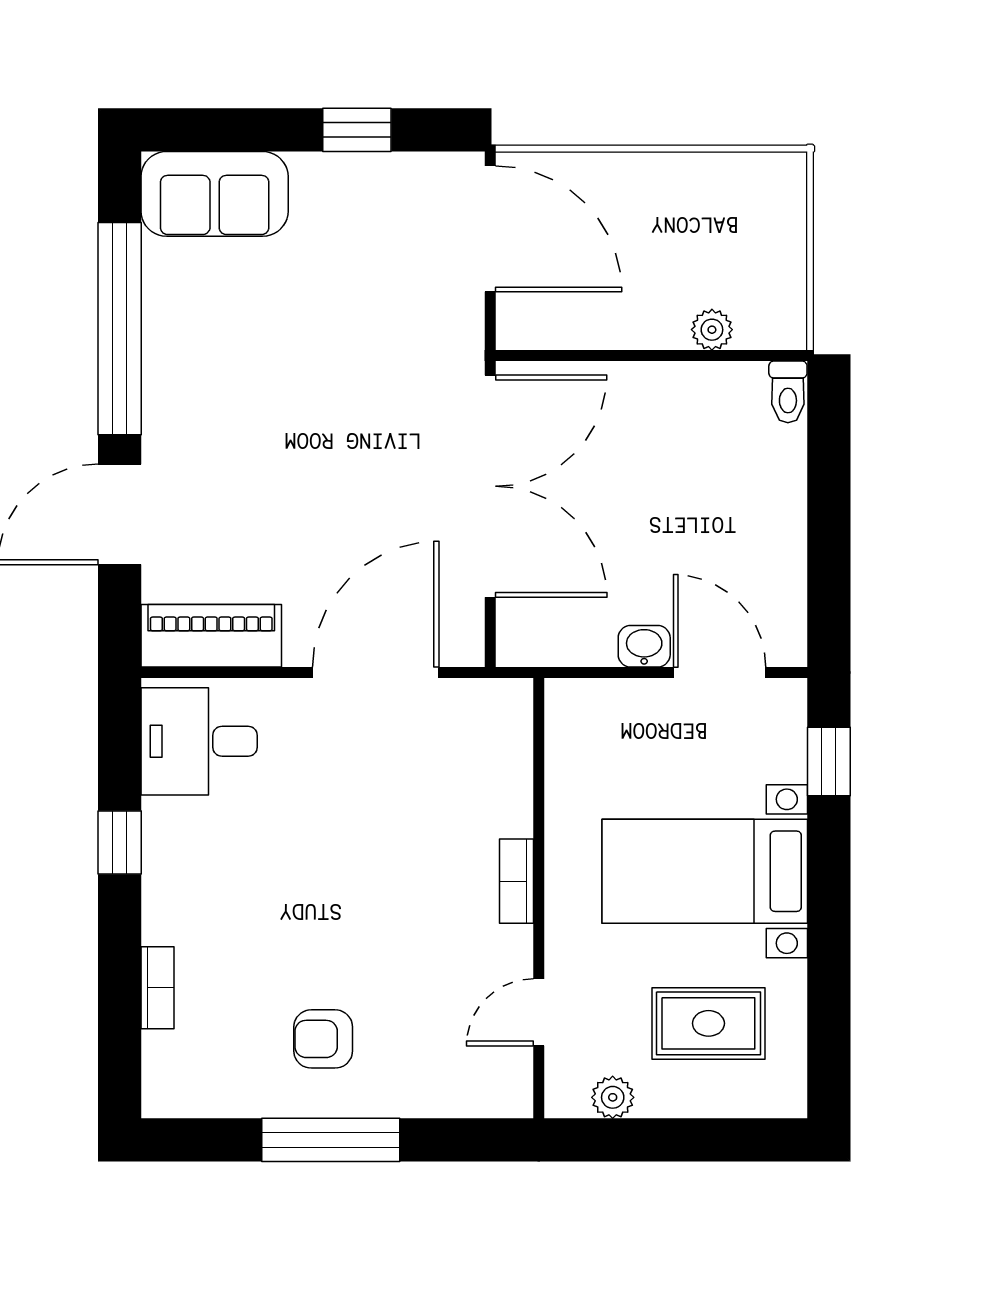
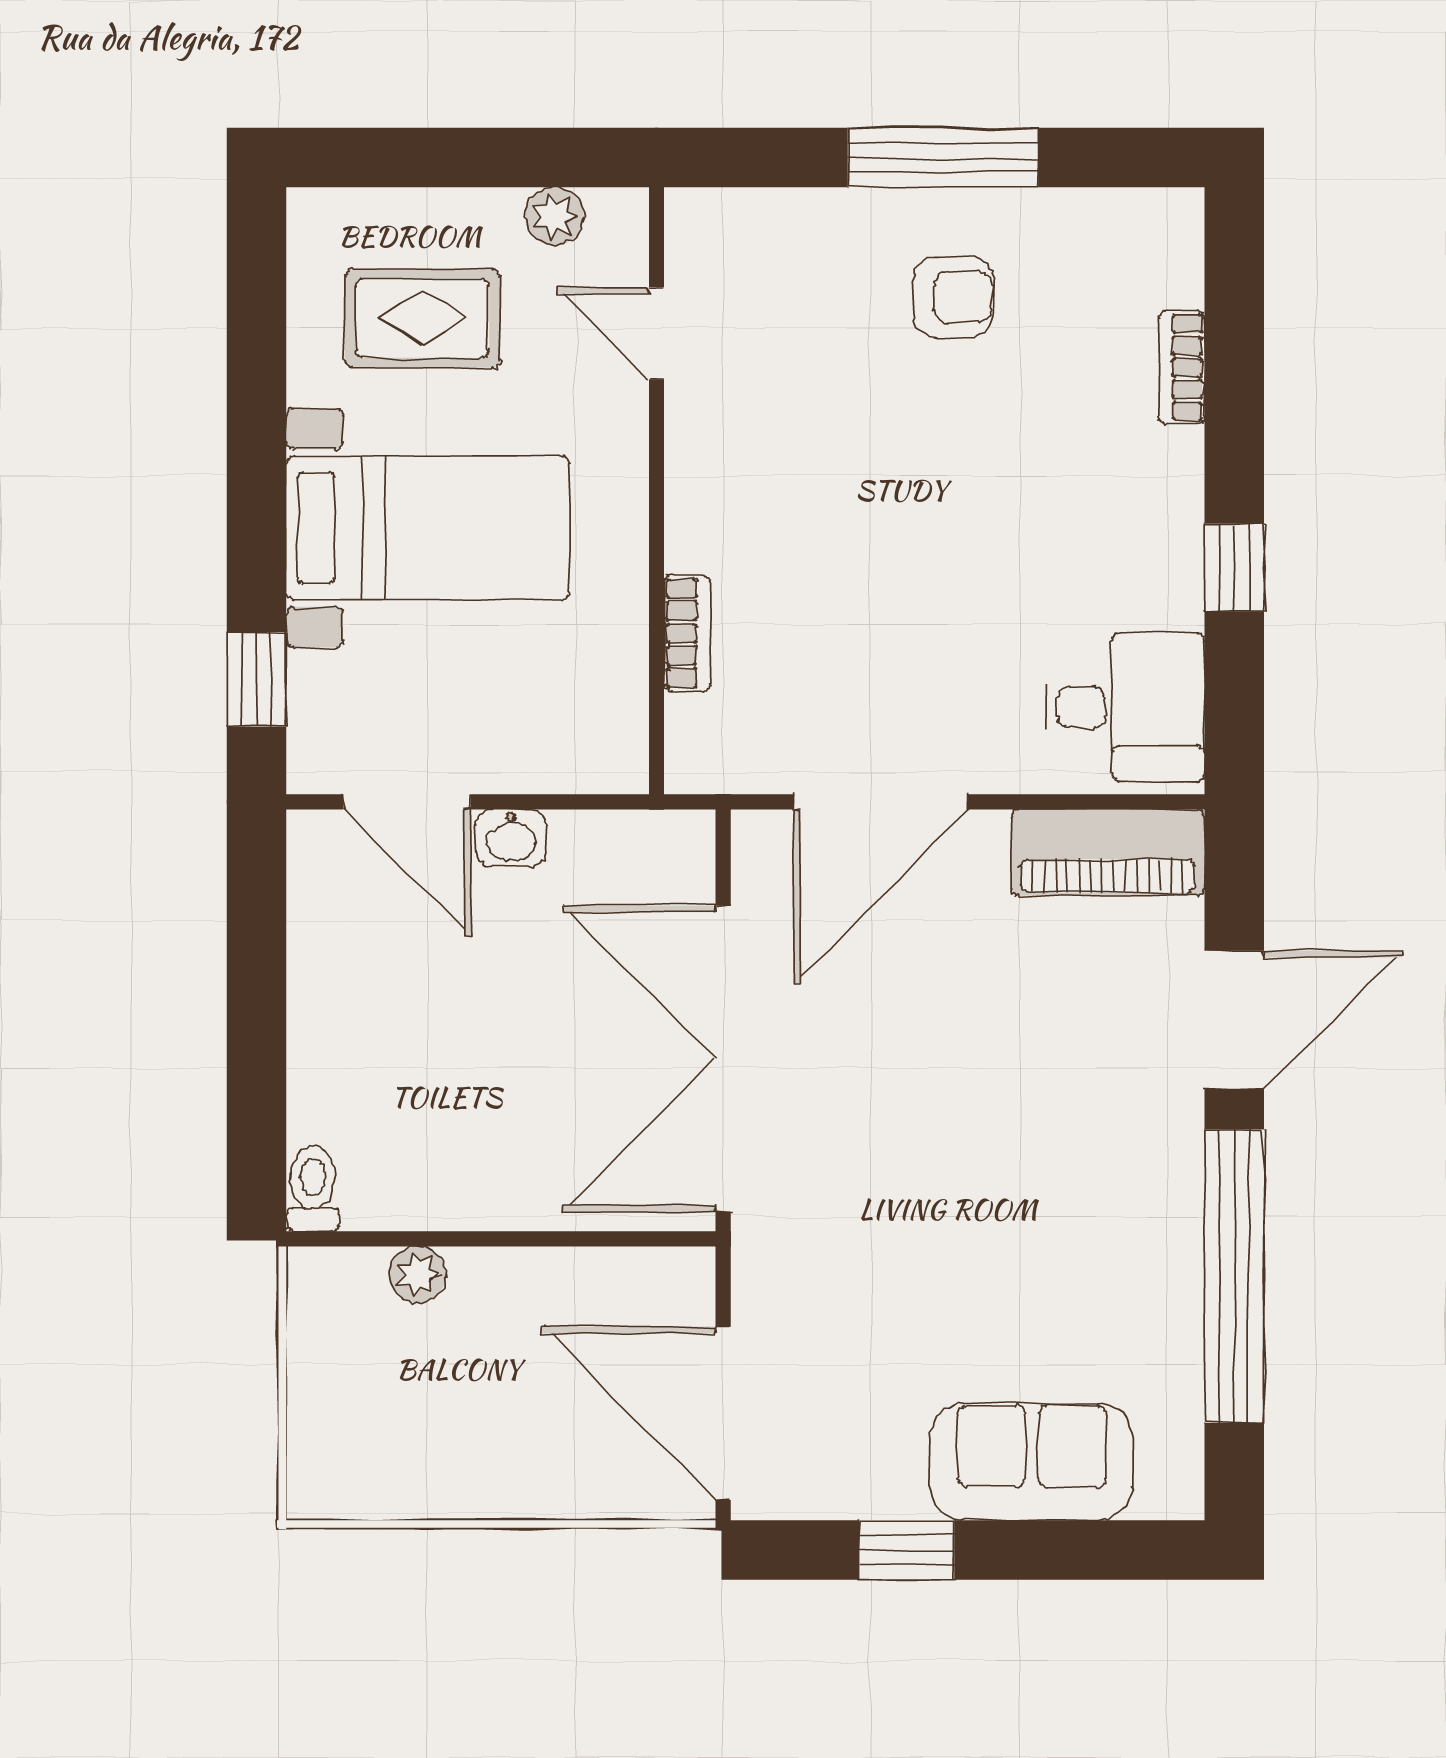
sofa: (215, 194) -> (1032, 1462), moved
bookcase: (516, 881) -> (687, 633), moved
door: (539, 1012) -> (656, 333), swing flipped

